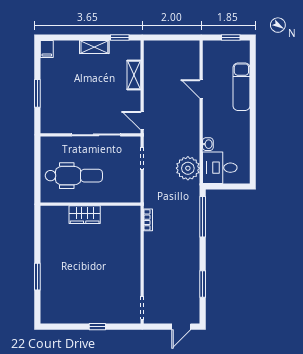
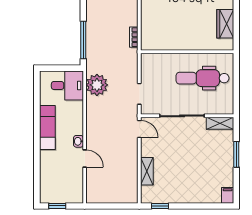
shelving: (94, 47) -> (220, 123), moved
exam couch: (241, 87) -> (47, 127), moved
washbasin: (208, 144) -> (78, 141), moved
wardrobe: (85, 215) -> (225, 24), moved, turned -90

